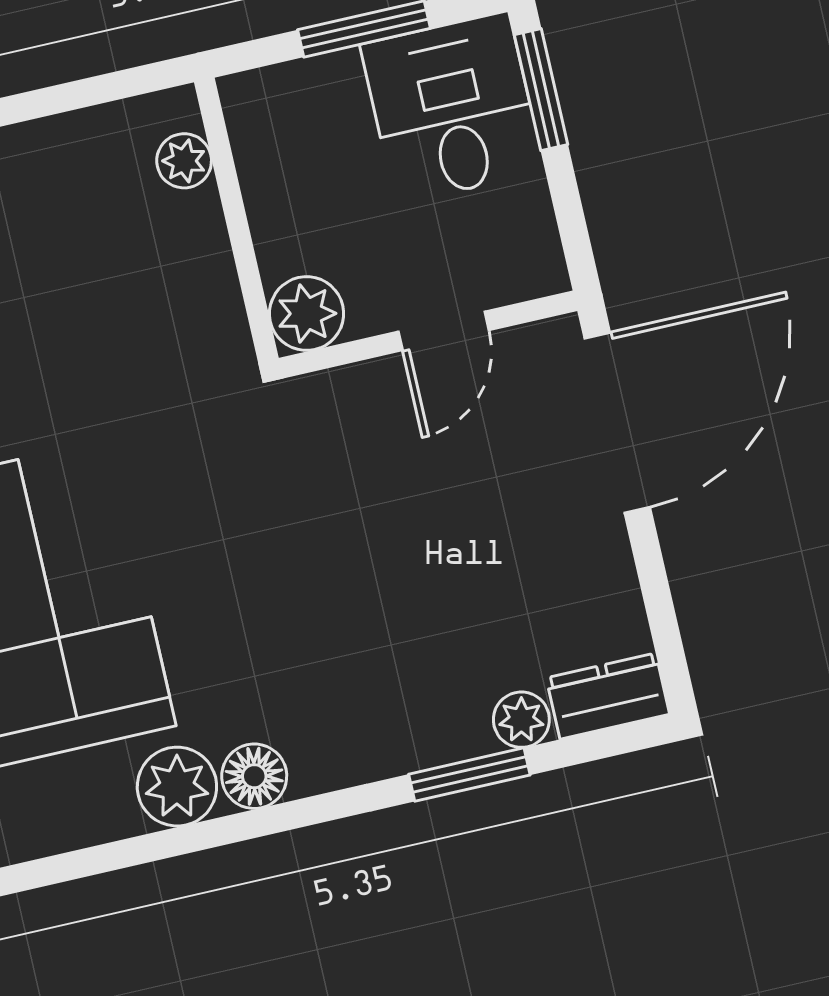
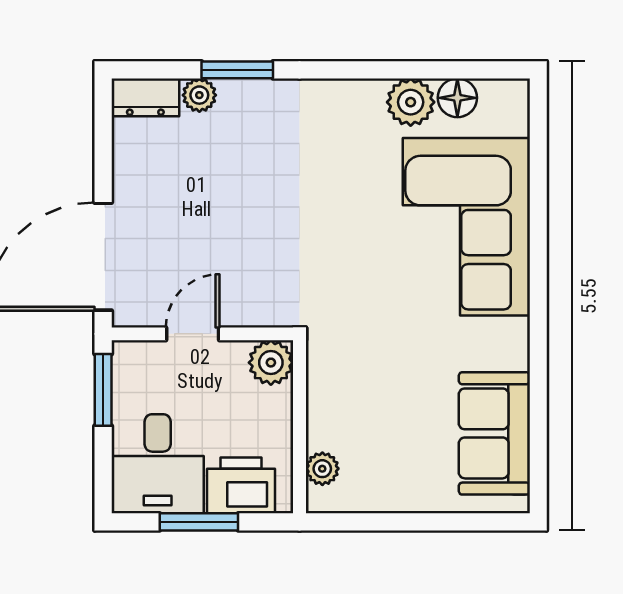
window: (541, 90) -> (103, 390), moved
printer: (309, 104) -> (241, 485), added
floor lamp: (254, 776) -> (457, 98), moved

